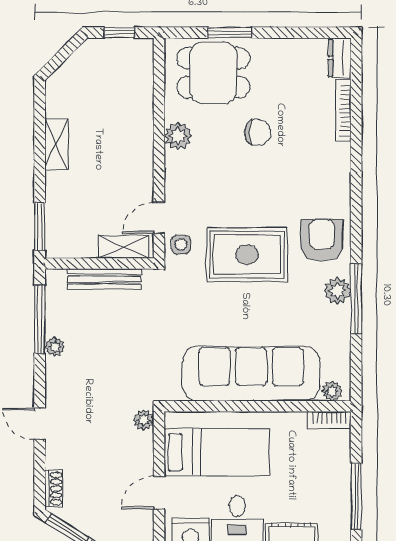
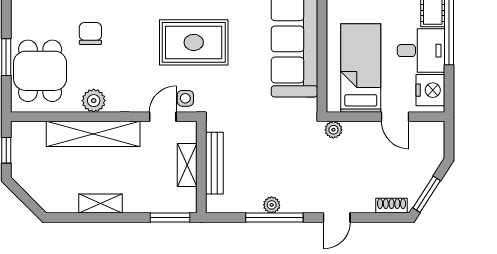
shelving: (139, 135) -> (93, 134), added
door: (159, 218) -> (163, 117), swing flipped
shelving: (124, 247) -> (187, 165), moved
rug: (247, 254) -> (194, 42), turned 90
window: (40, 319) -> (274, 218), moved

